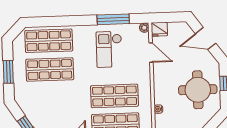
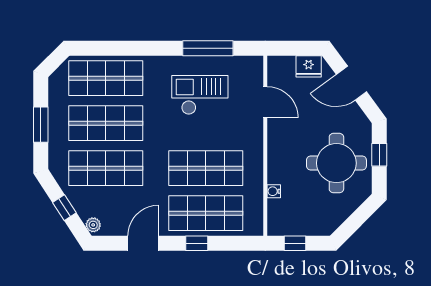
plant: (144, 28) -> (256, 63), removed
fridge: (159, 29) -> (309, 66), moved
checkout: (109, 49) -> (200, 95), turned 90
shop shelf: (51, 98) -> (106, 168), added

